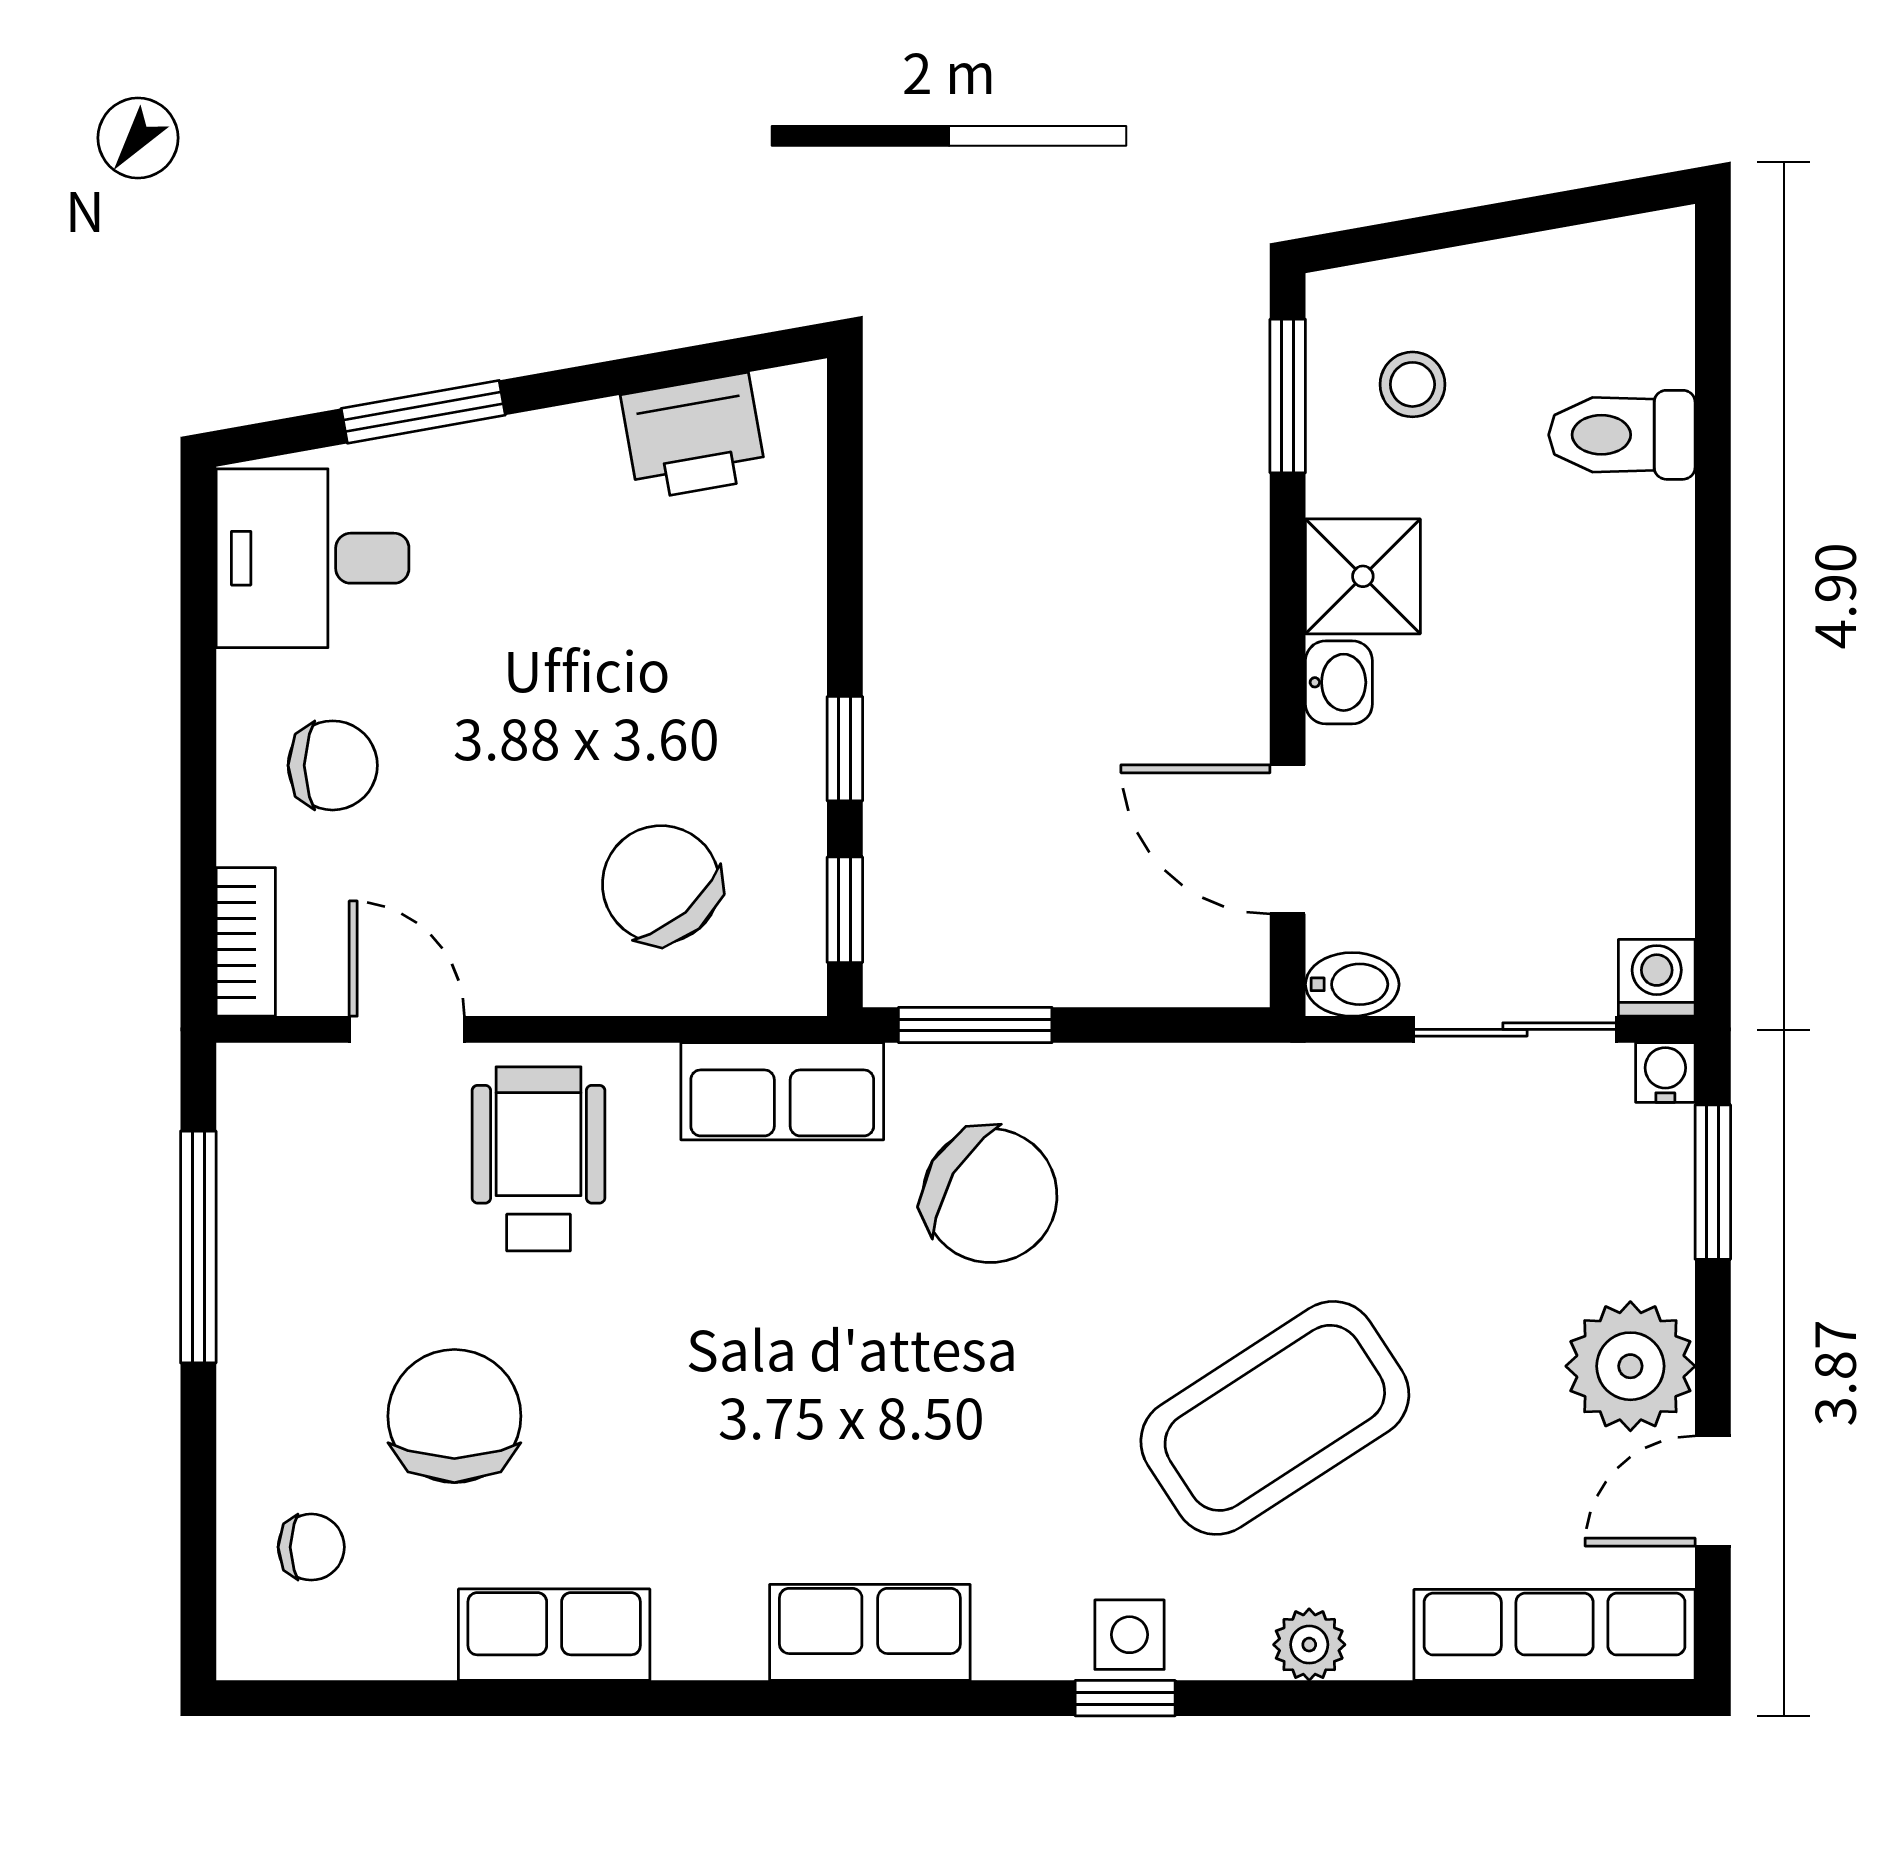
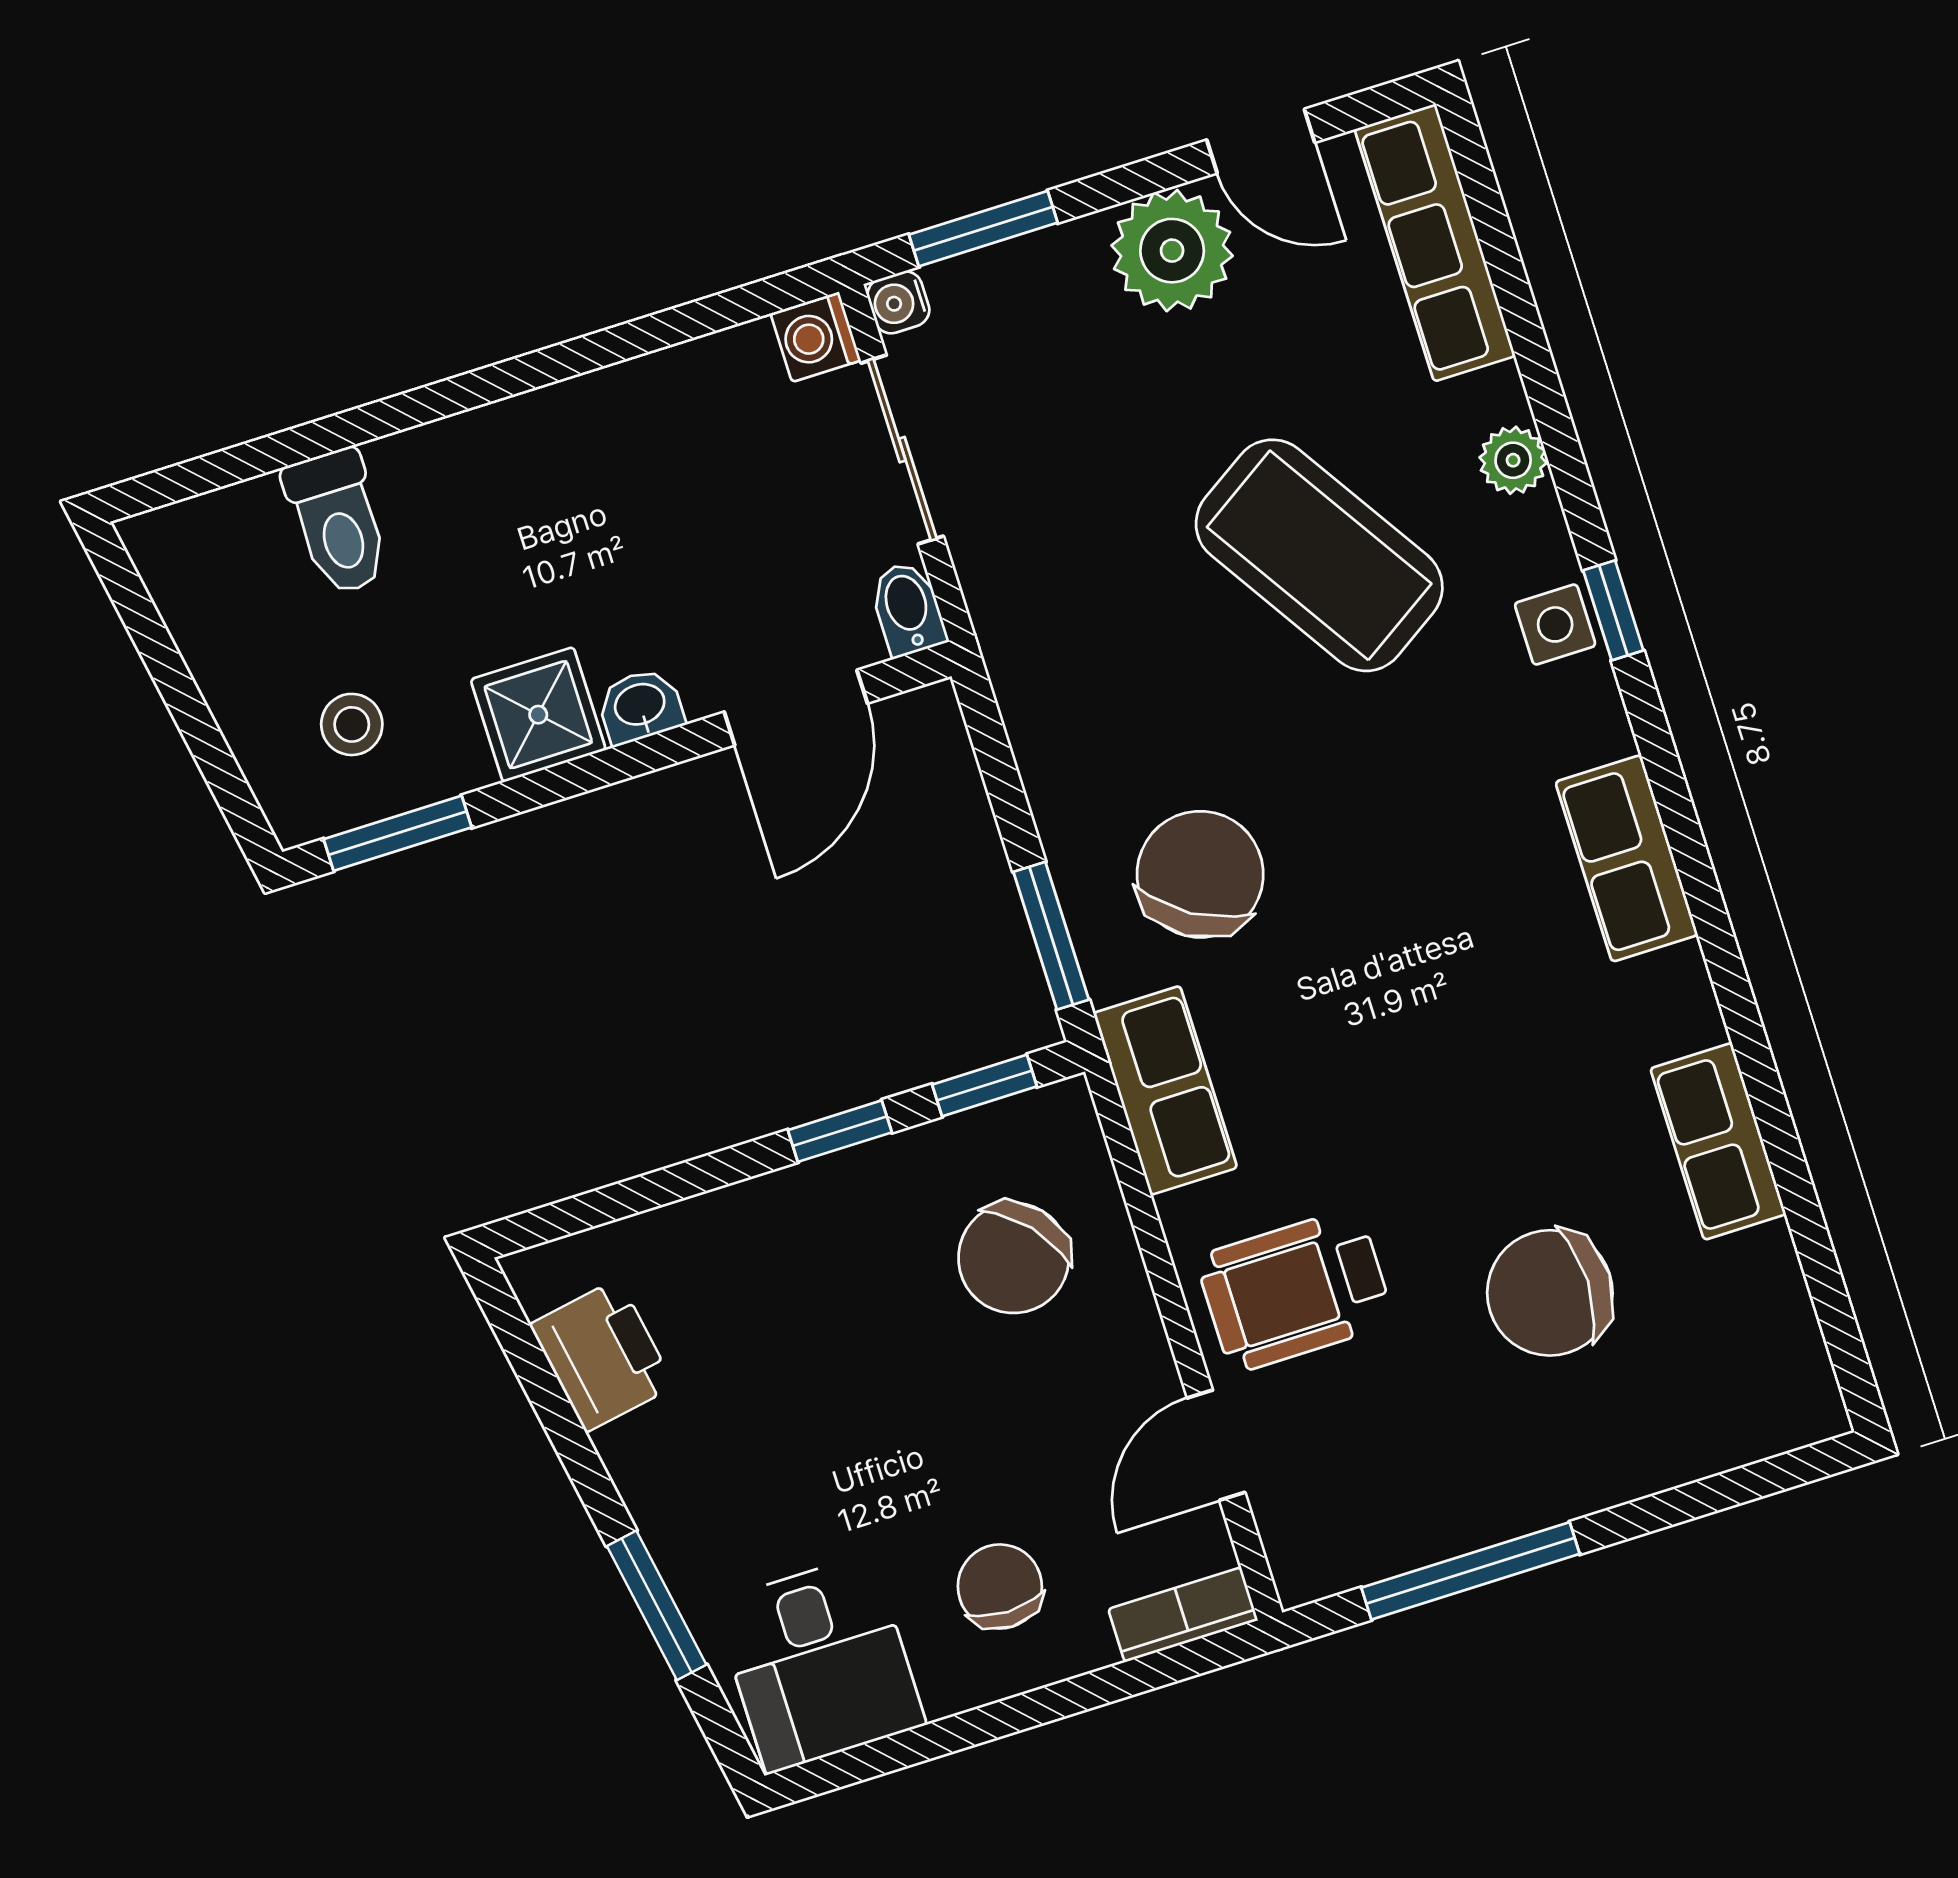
chair: (311, 1547) -> (1708, 1384), removed

